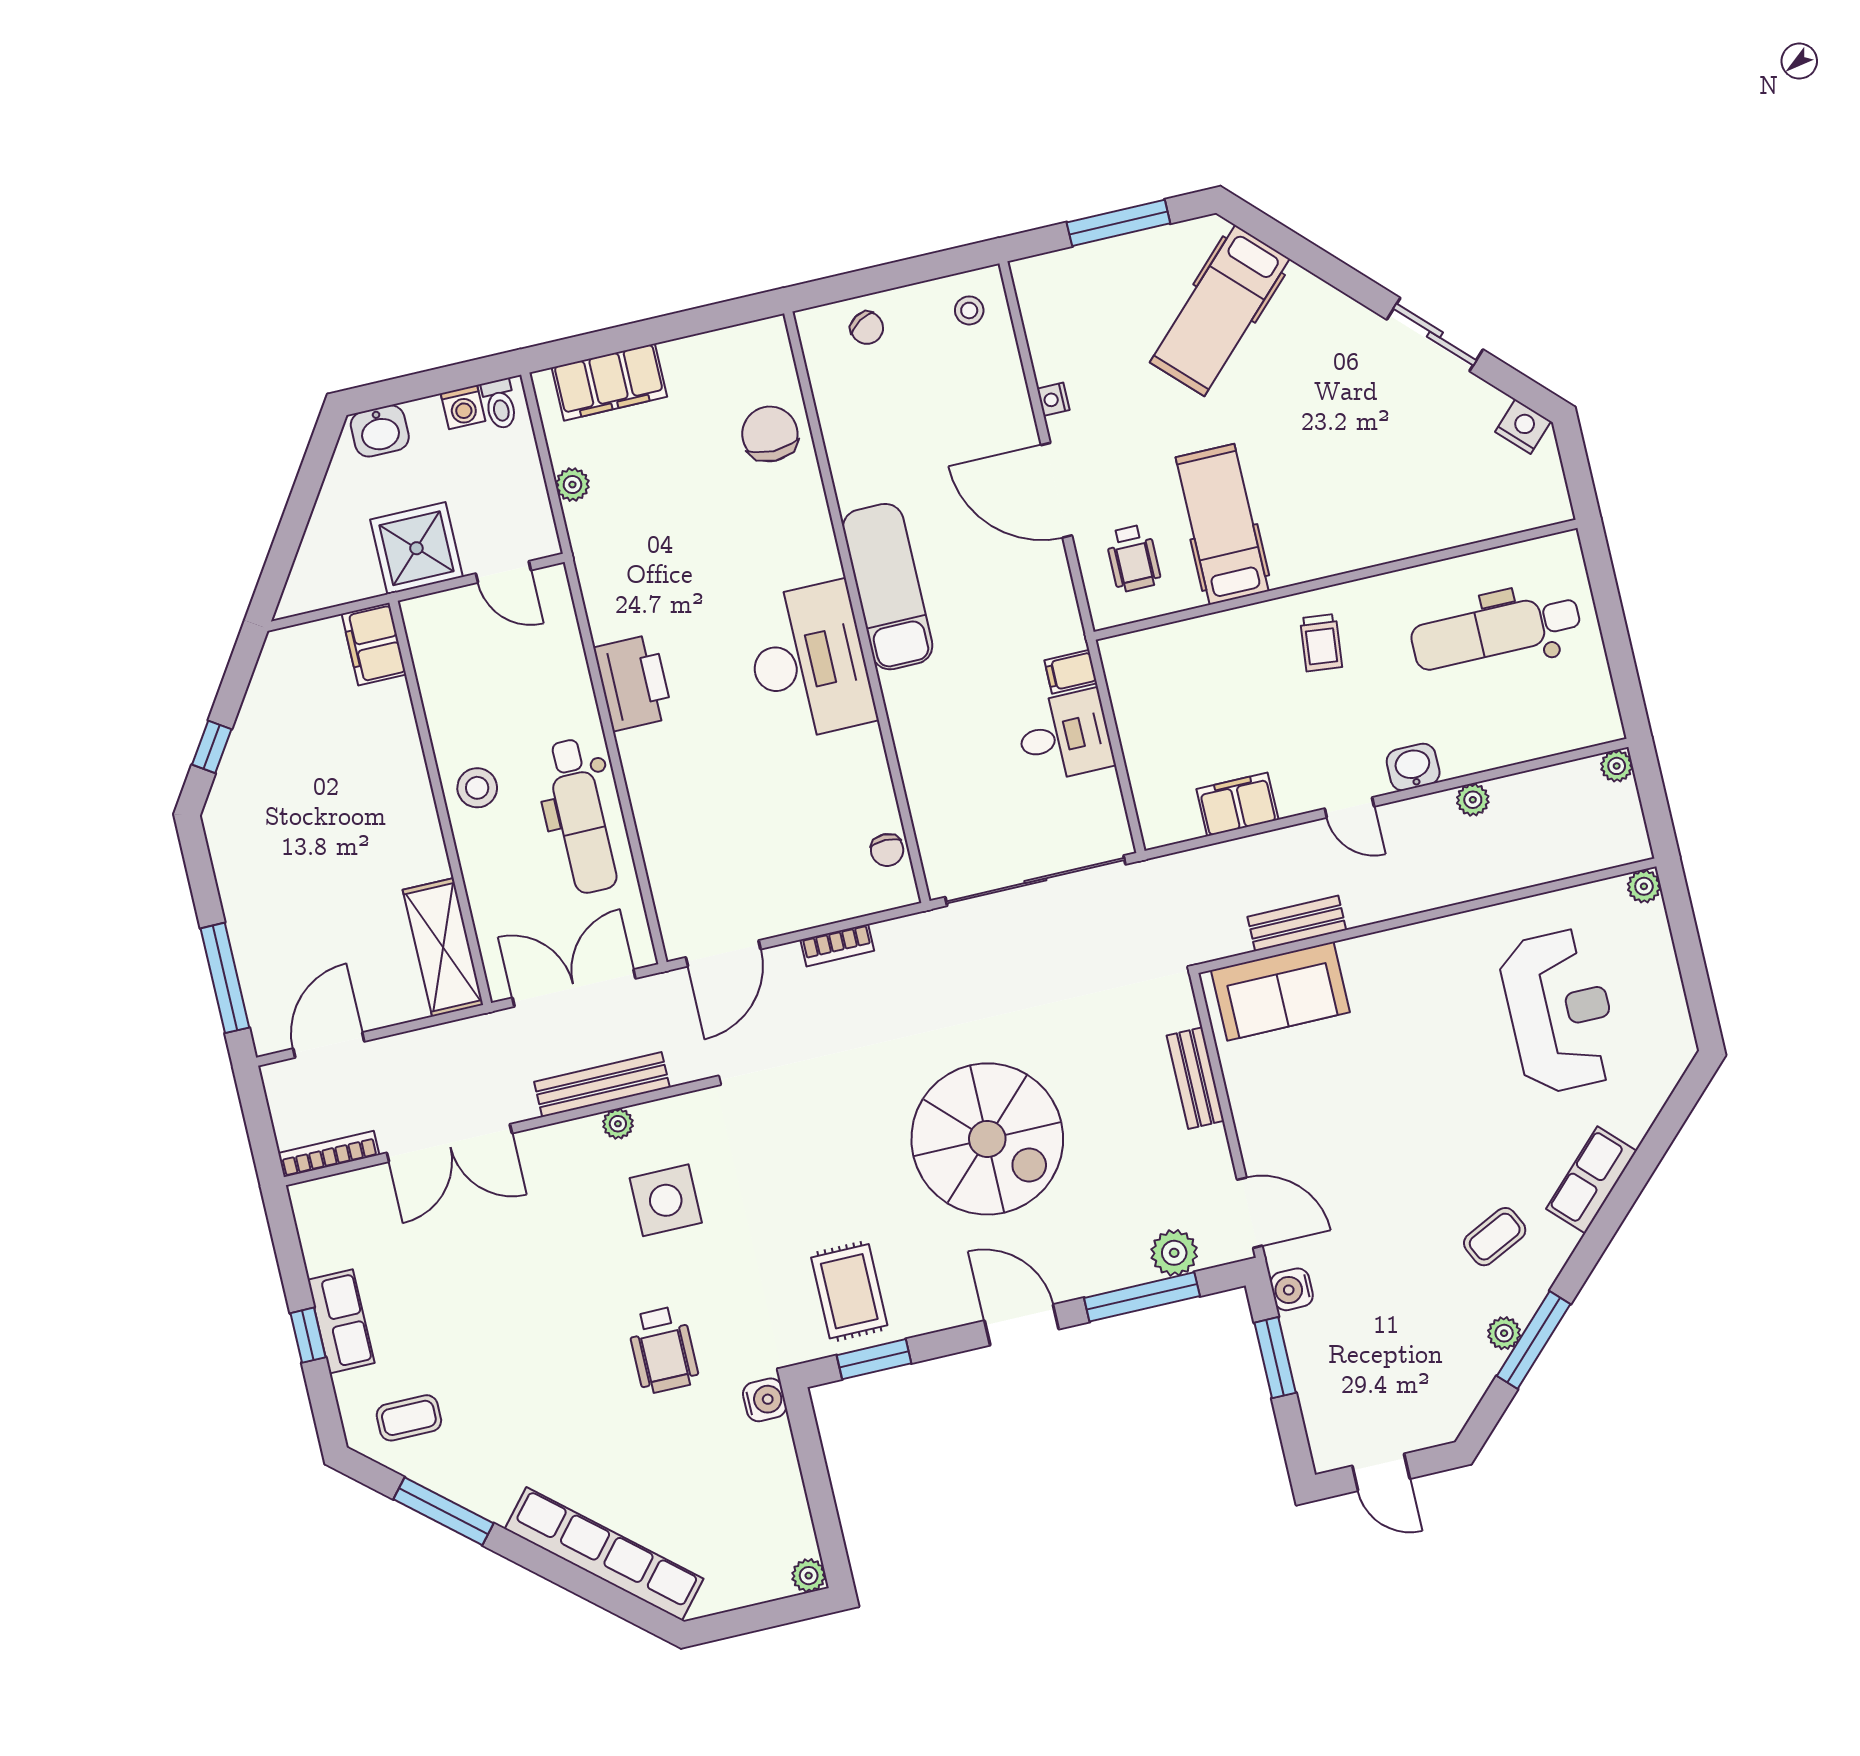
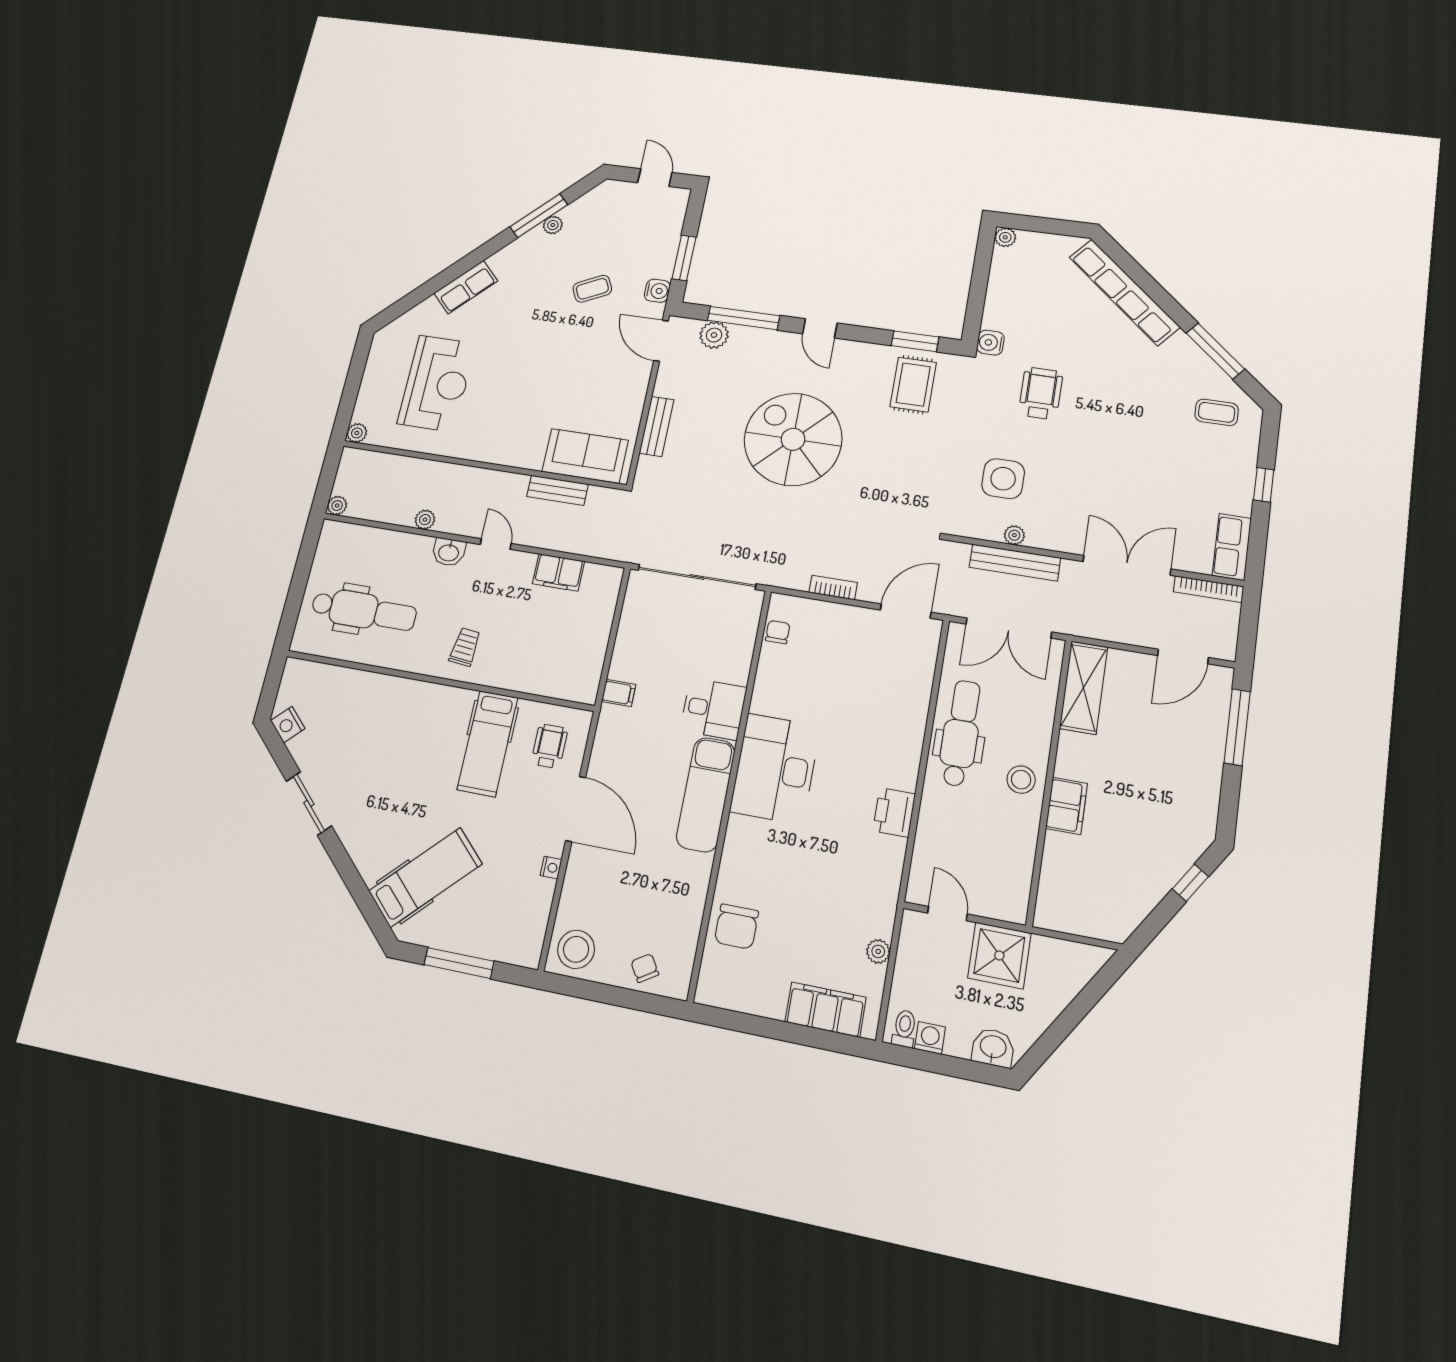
stool: (969, 310) -> (576, 949), width x1.89, depth x1.89
filing cabinet: (374, 644) -> (1066, 806), moved
printer: (633, 683) -> (894, 812), width x0.73, depth x0.84
desk: (1065, 736) -> (713, 709), moved, turned 180
reception desk: (1560, 1011) -> (437, 383), turned 180
coffee table: (1495, 1237) -> (592, 289), moved
row of seats: (341, 1321) -> (1232, 547), moved
door: (1022, 1325) -> (820, 328), width x0.73

